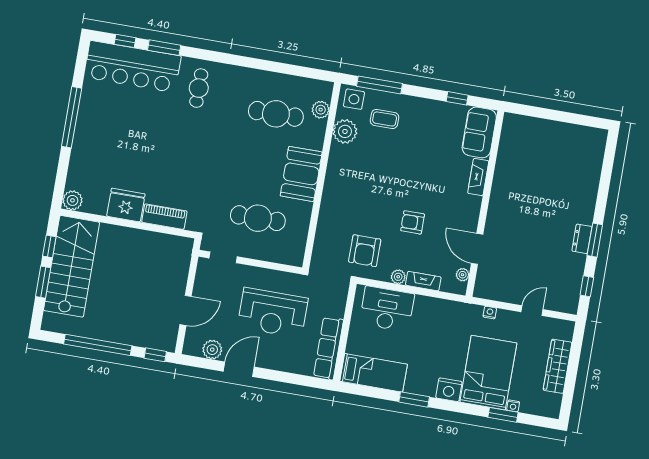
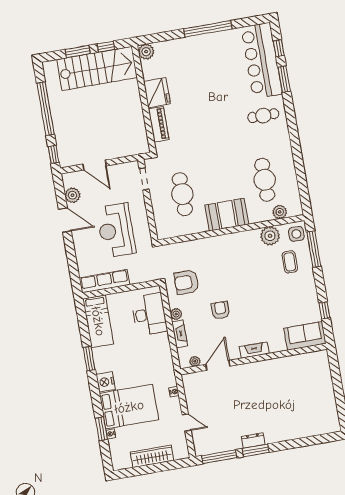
fireplace: (478, 177) -> (254, 350), moved
window: (587, 286) -> (219, 457), width x2.17

